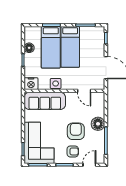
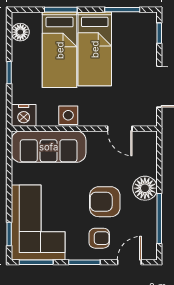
floor lamp: (29, 48) -> (20, 32), moved
armchair: (76, 131) -> (105, 202), turned -90

